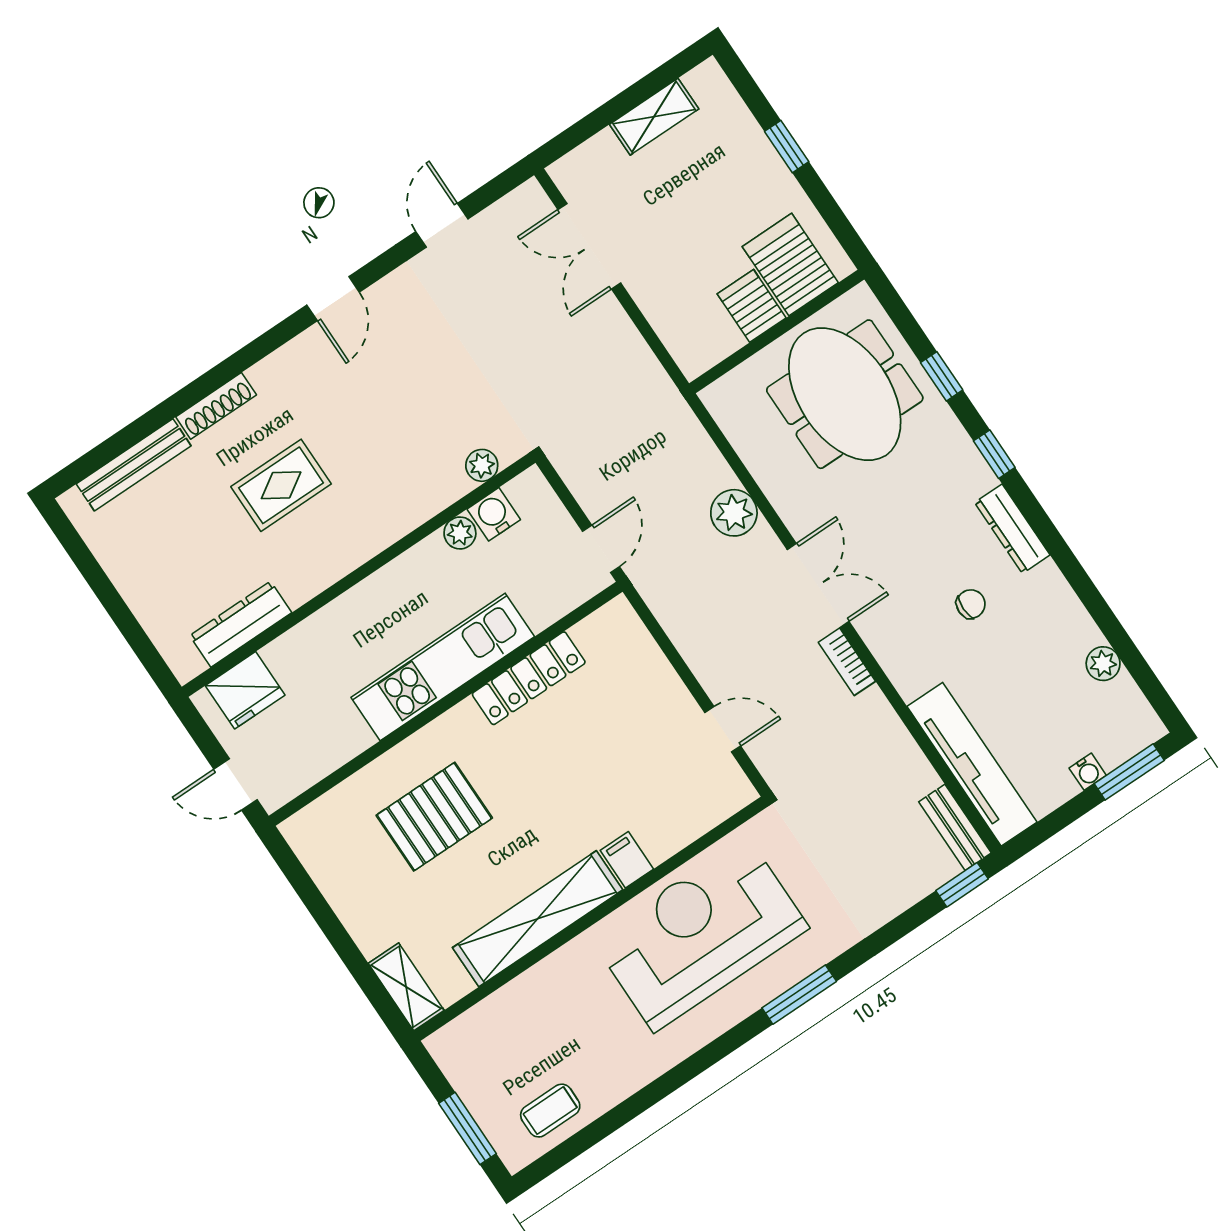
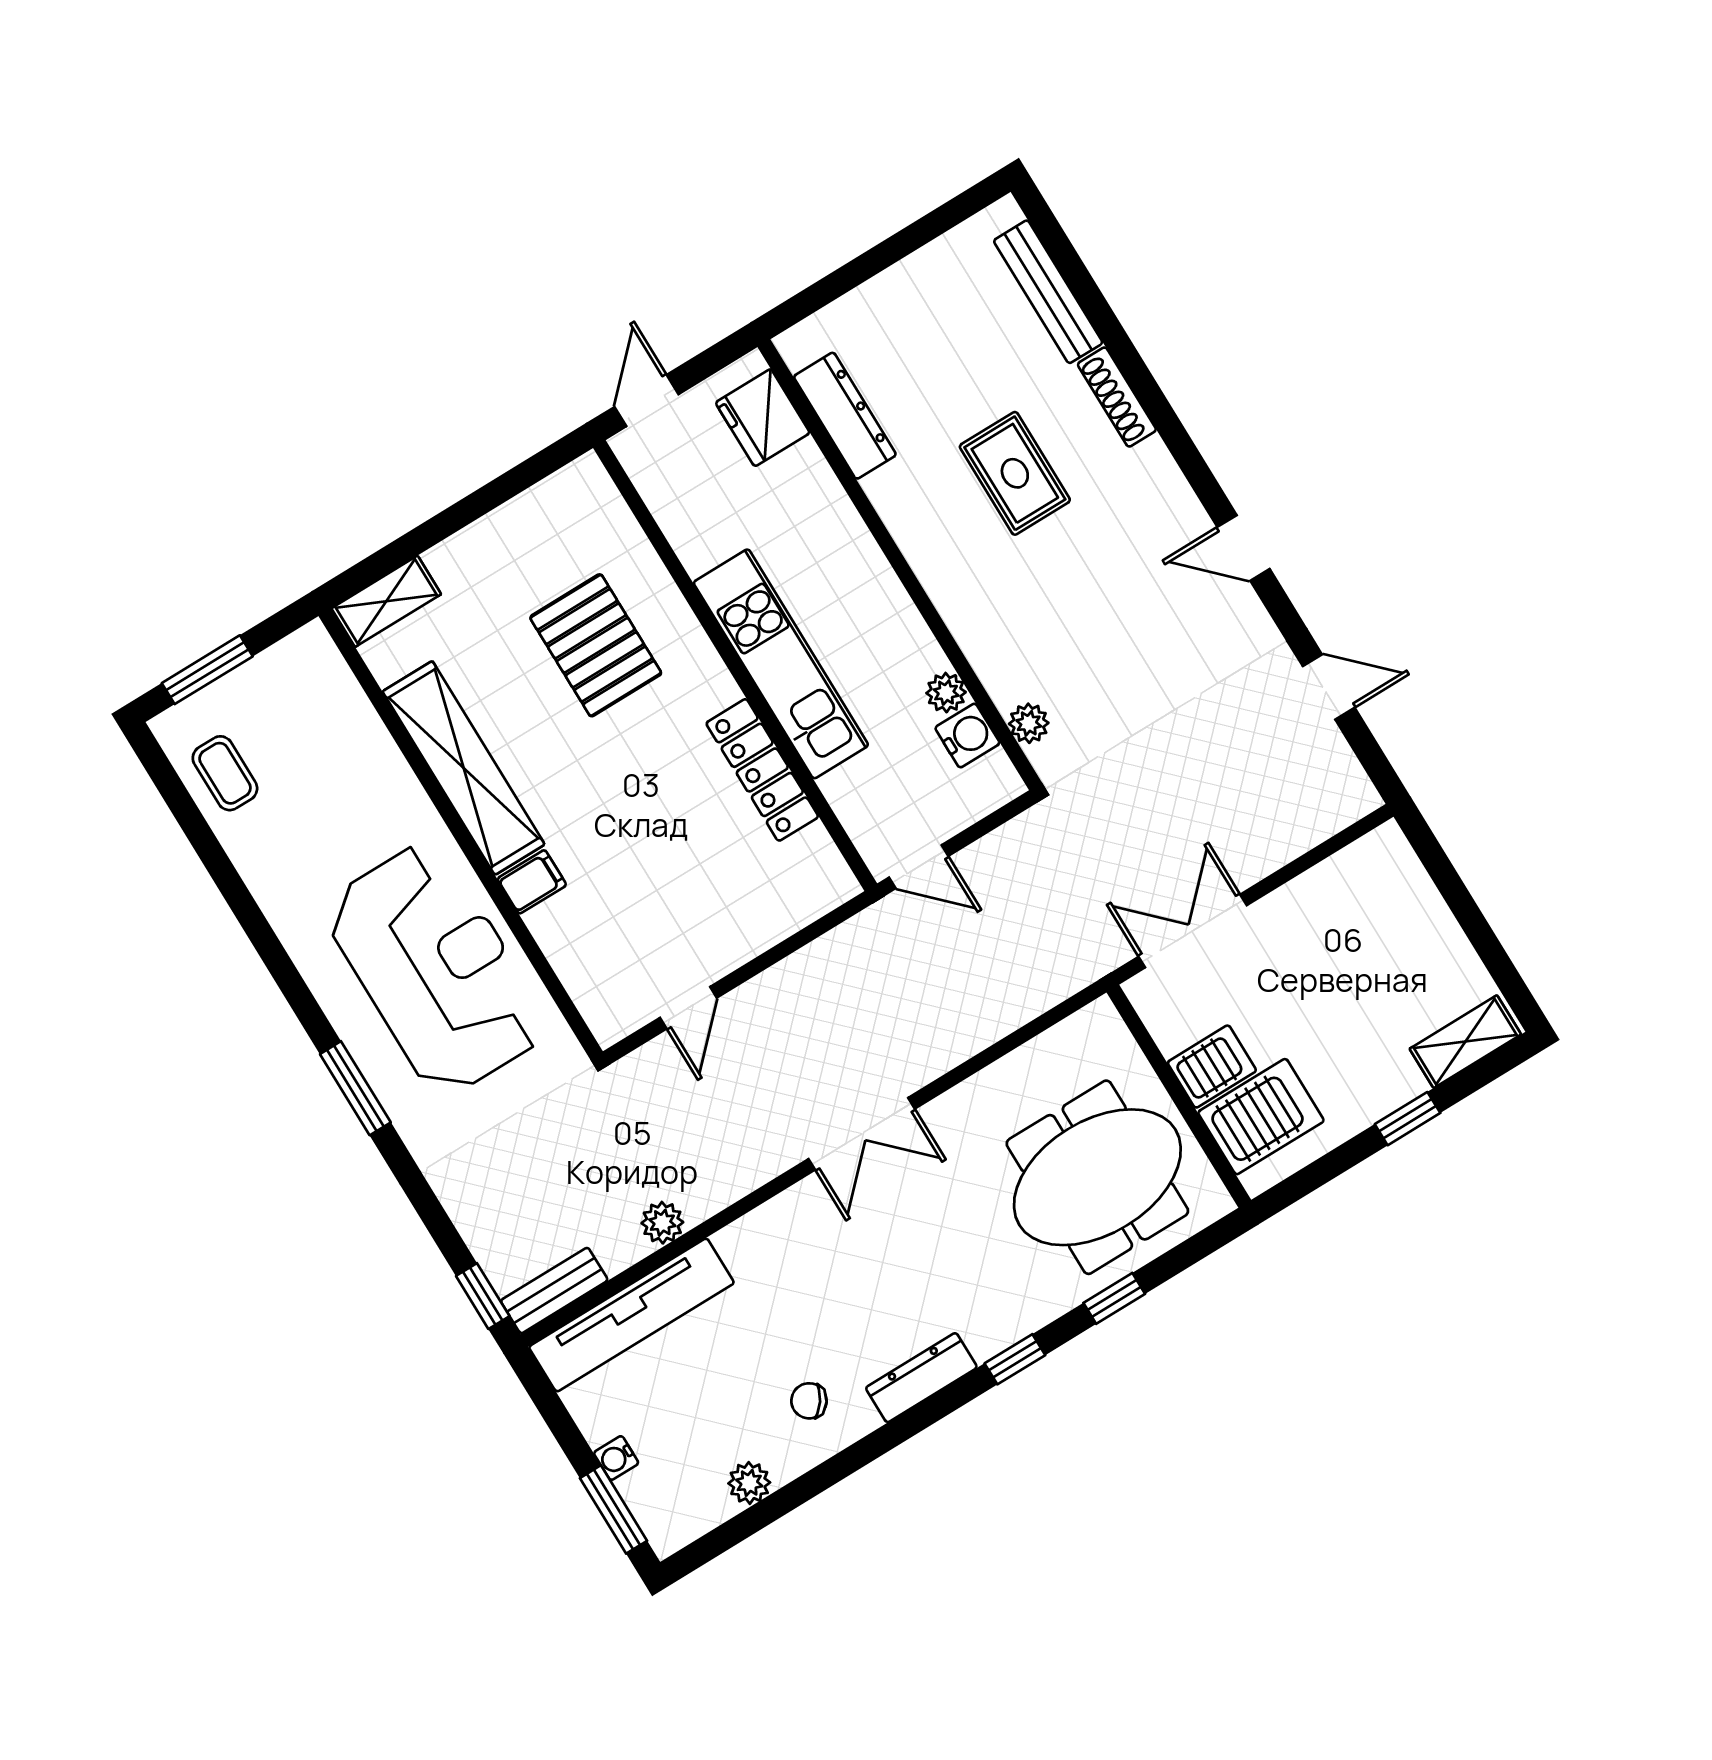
shelving: (654, 117) -> (1465, 1042), moved, turned 90
double door: (589, 246) -> (1193, 931), moved
plant: (734, 513) -> (662, 1223), moved, width x0.73, depth x0.73
chair: (971, 604) -> (809, 1401), moved, turned 125
bookcase: (847, 662) -> (765, 1165), removed

